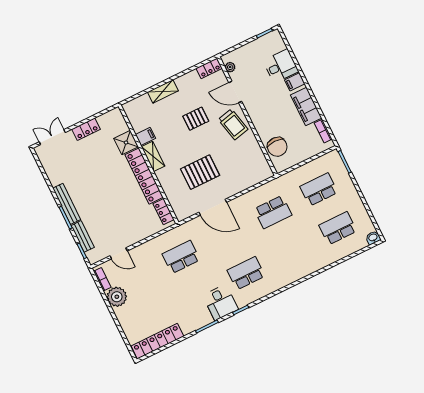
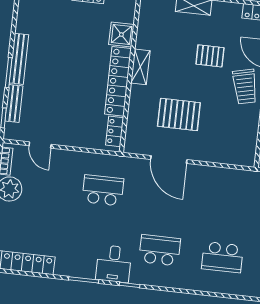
filing cabinet: (145, 136) -> (146, 41), removed
school desk: (273, 212) -> (222, 257), moved

